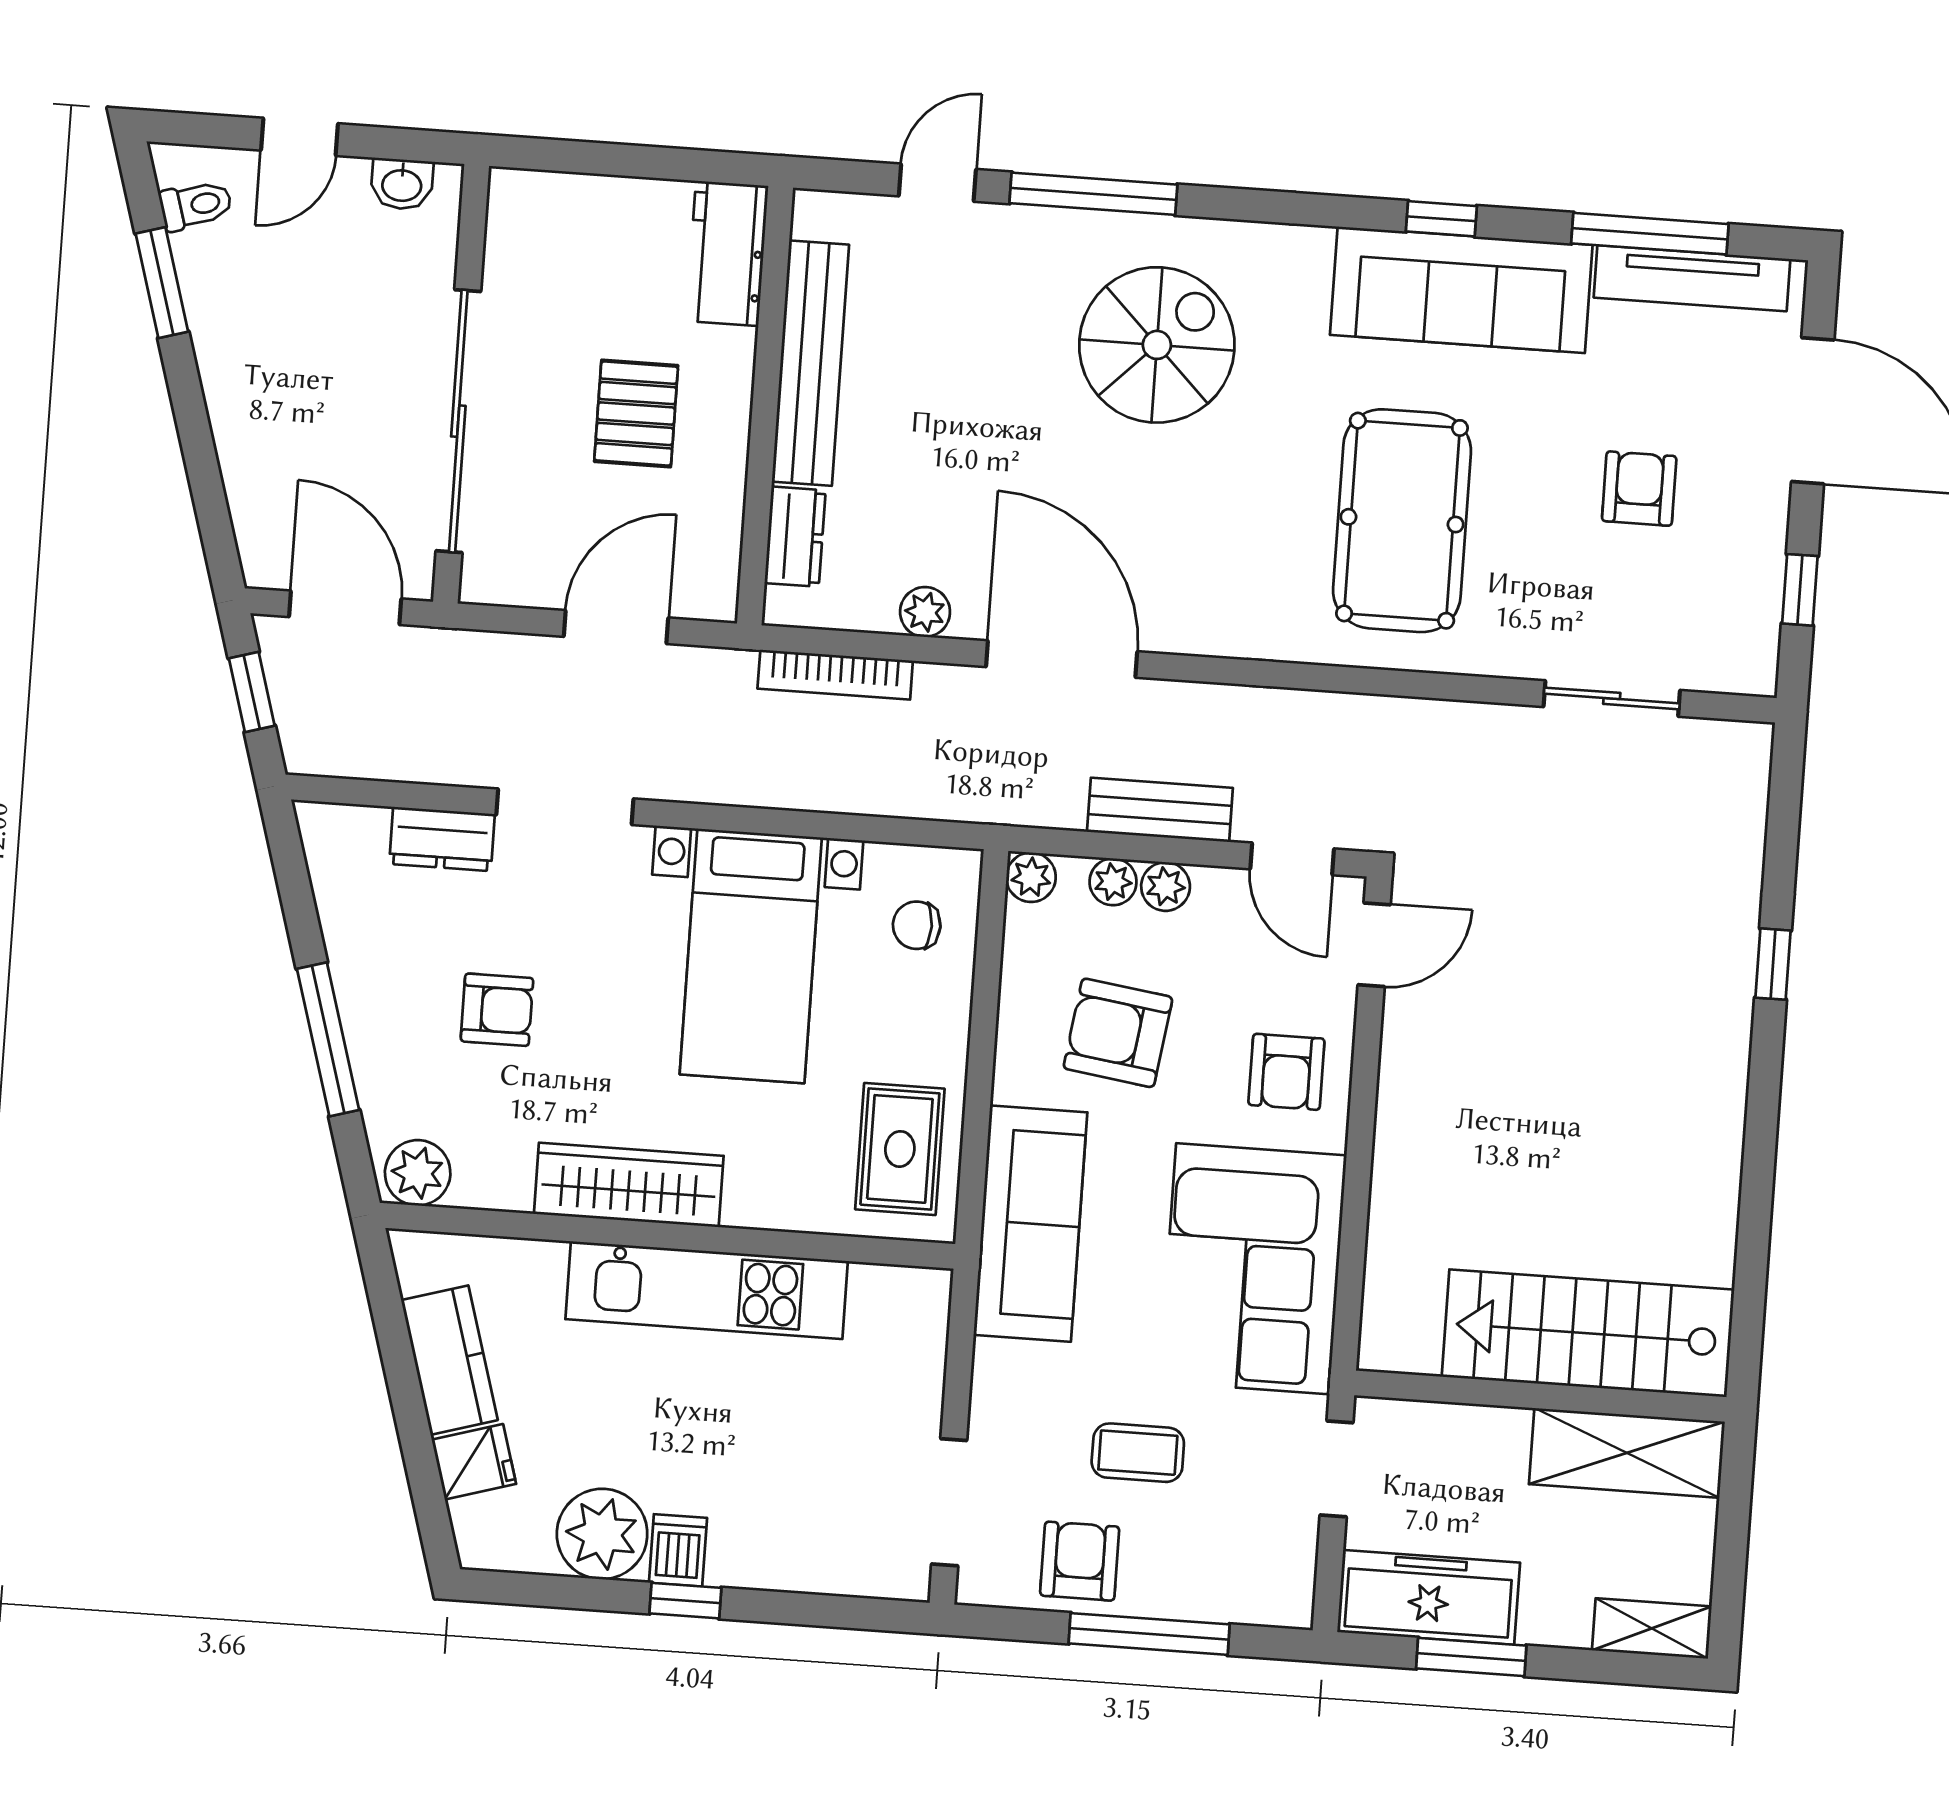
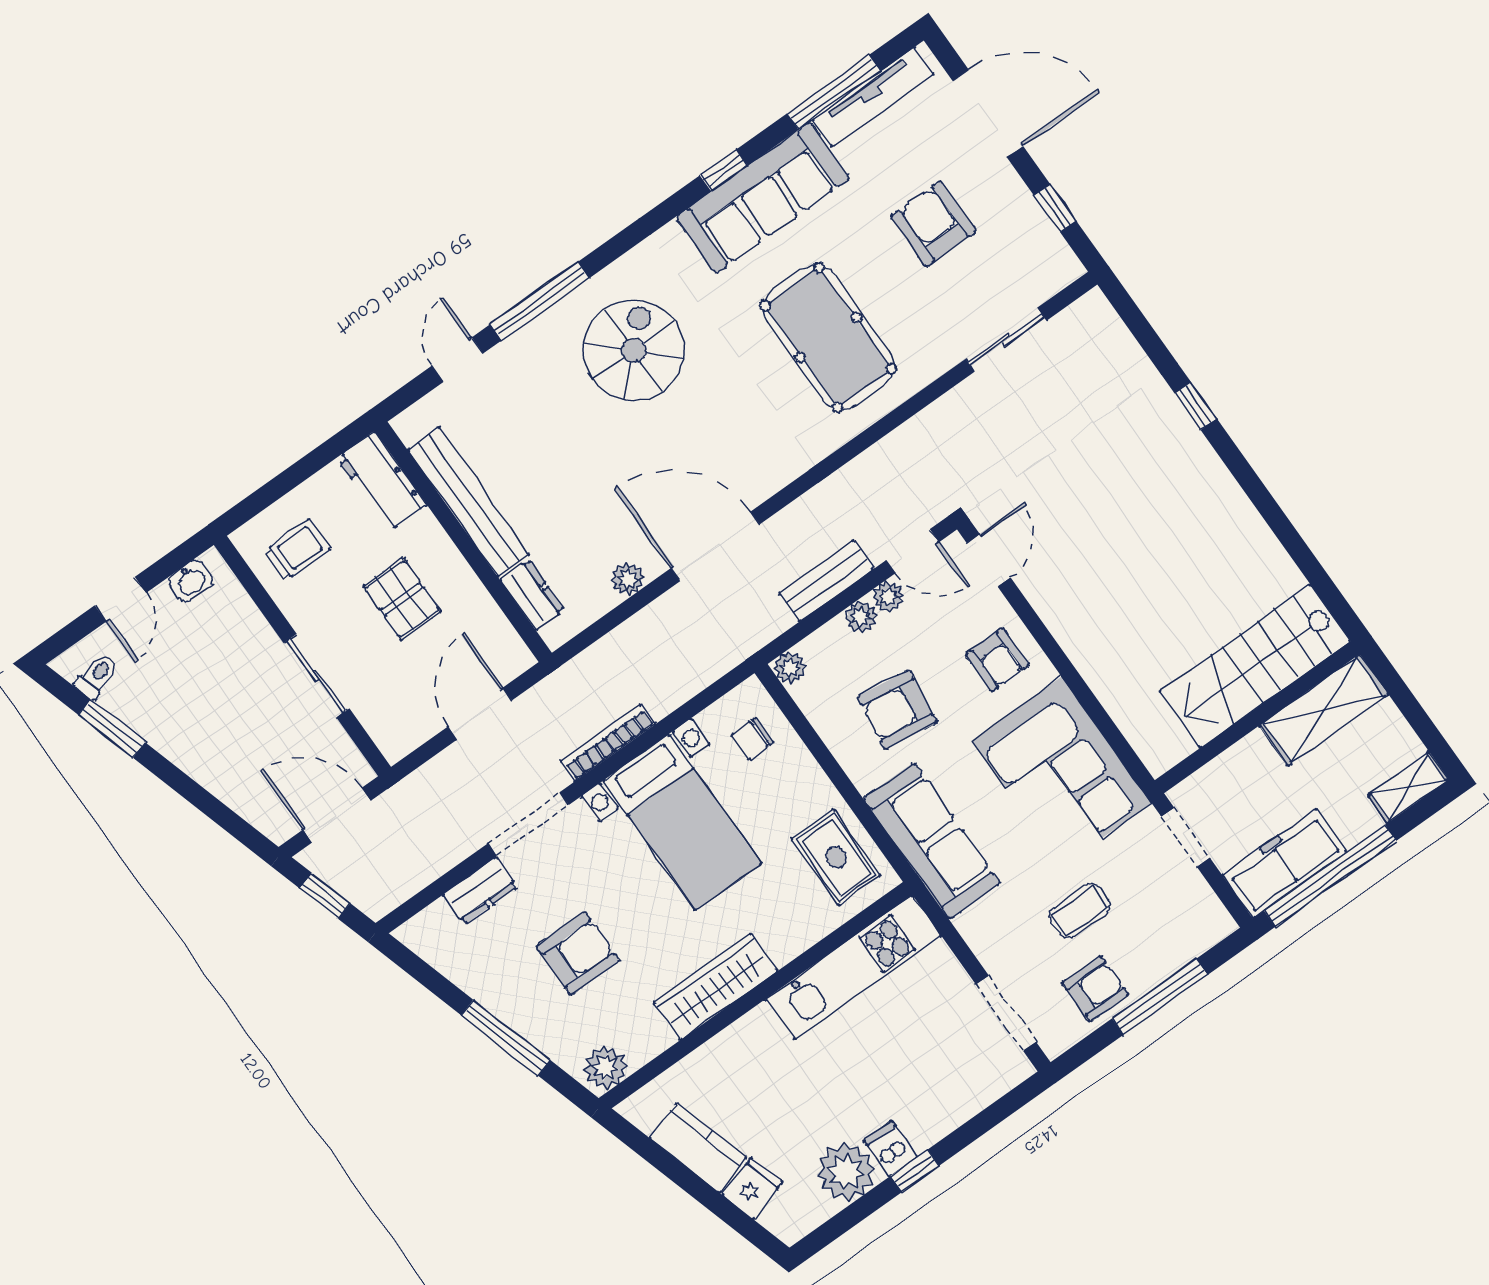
trolley: (559, 252) -> (297, 550), added
sliding door: (458, 421) -> (317, 676), width x0.54
armchair: (1639, 489) -> (933, 224), width x1.38, depth x1.38
bookcase: (835, 675) -> (608, 743), moved, turned 180
plant: (1113, 882) -> (888, 597), moved
armchair: (497, 1010) -> (578, 953), width x1.38, depth x1.38
kitchen unit: (707, 1290) -> (854, 967), moved
armchair: (1080, 1561) -> (1095, 989), turned 90
window: (1471, 1657) -> (1330, 876), width x2.11

